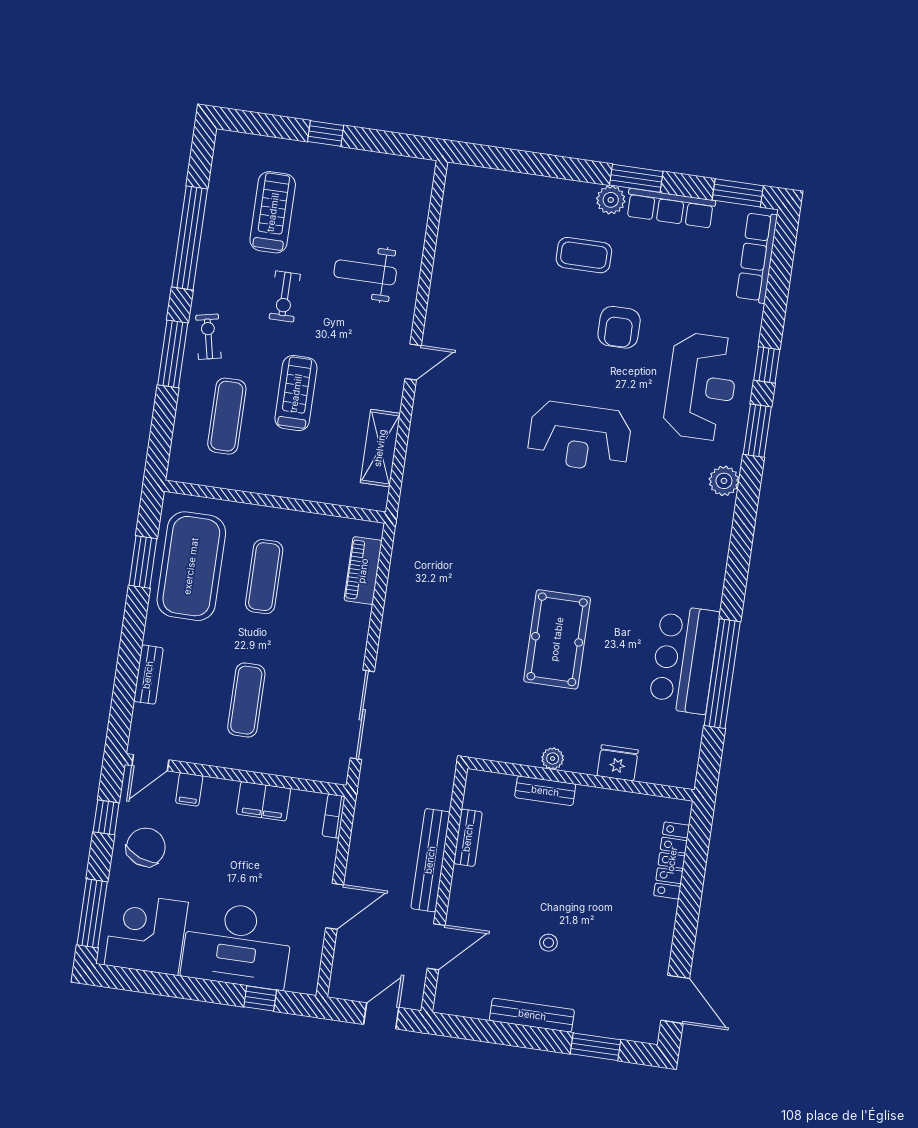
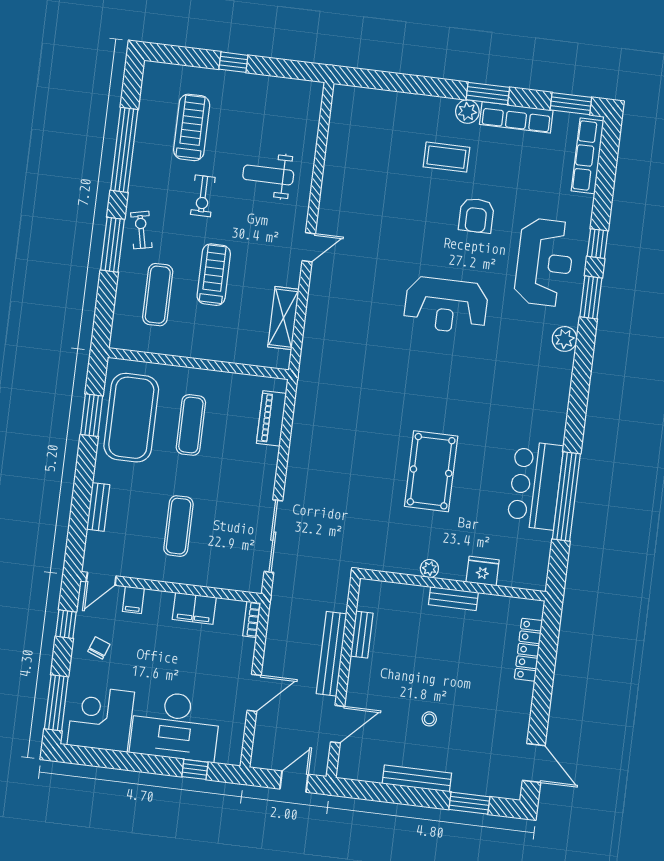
bench: (545, 791) -> (453, 599), moved
chair: (146, 847) -> (99, 648), width x0.54, depth x0.54

